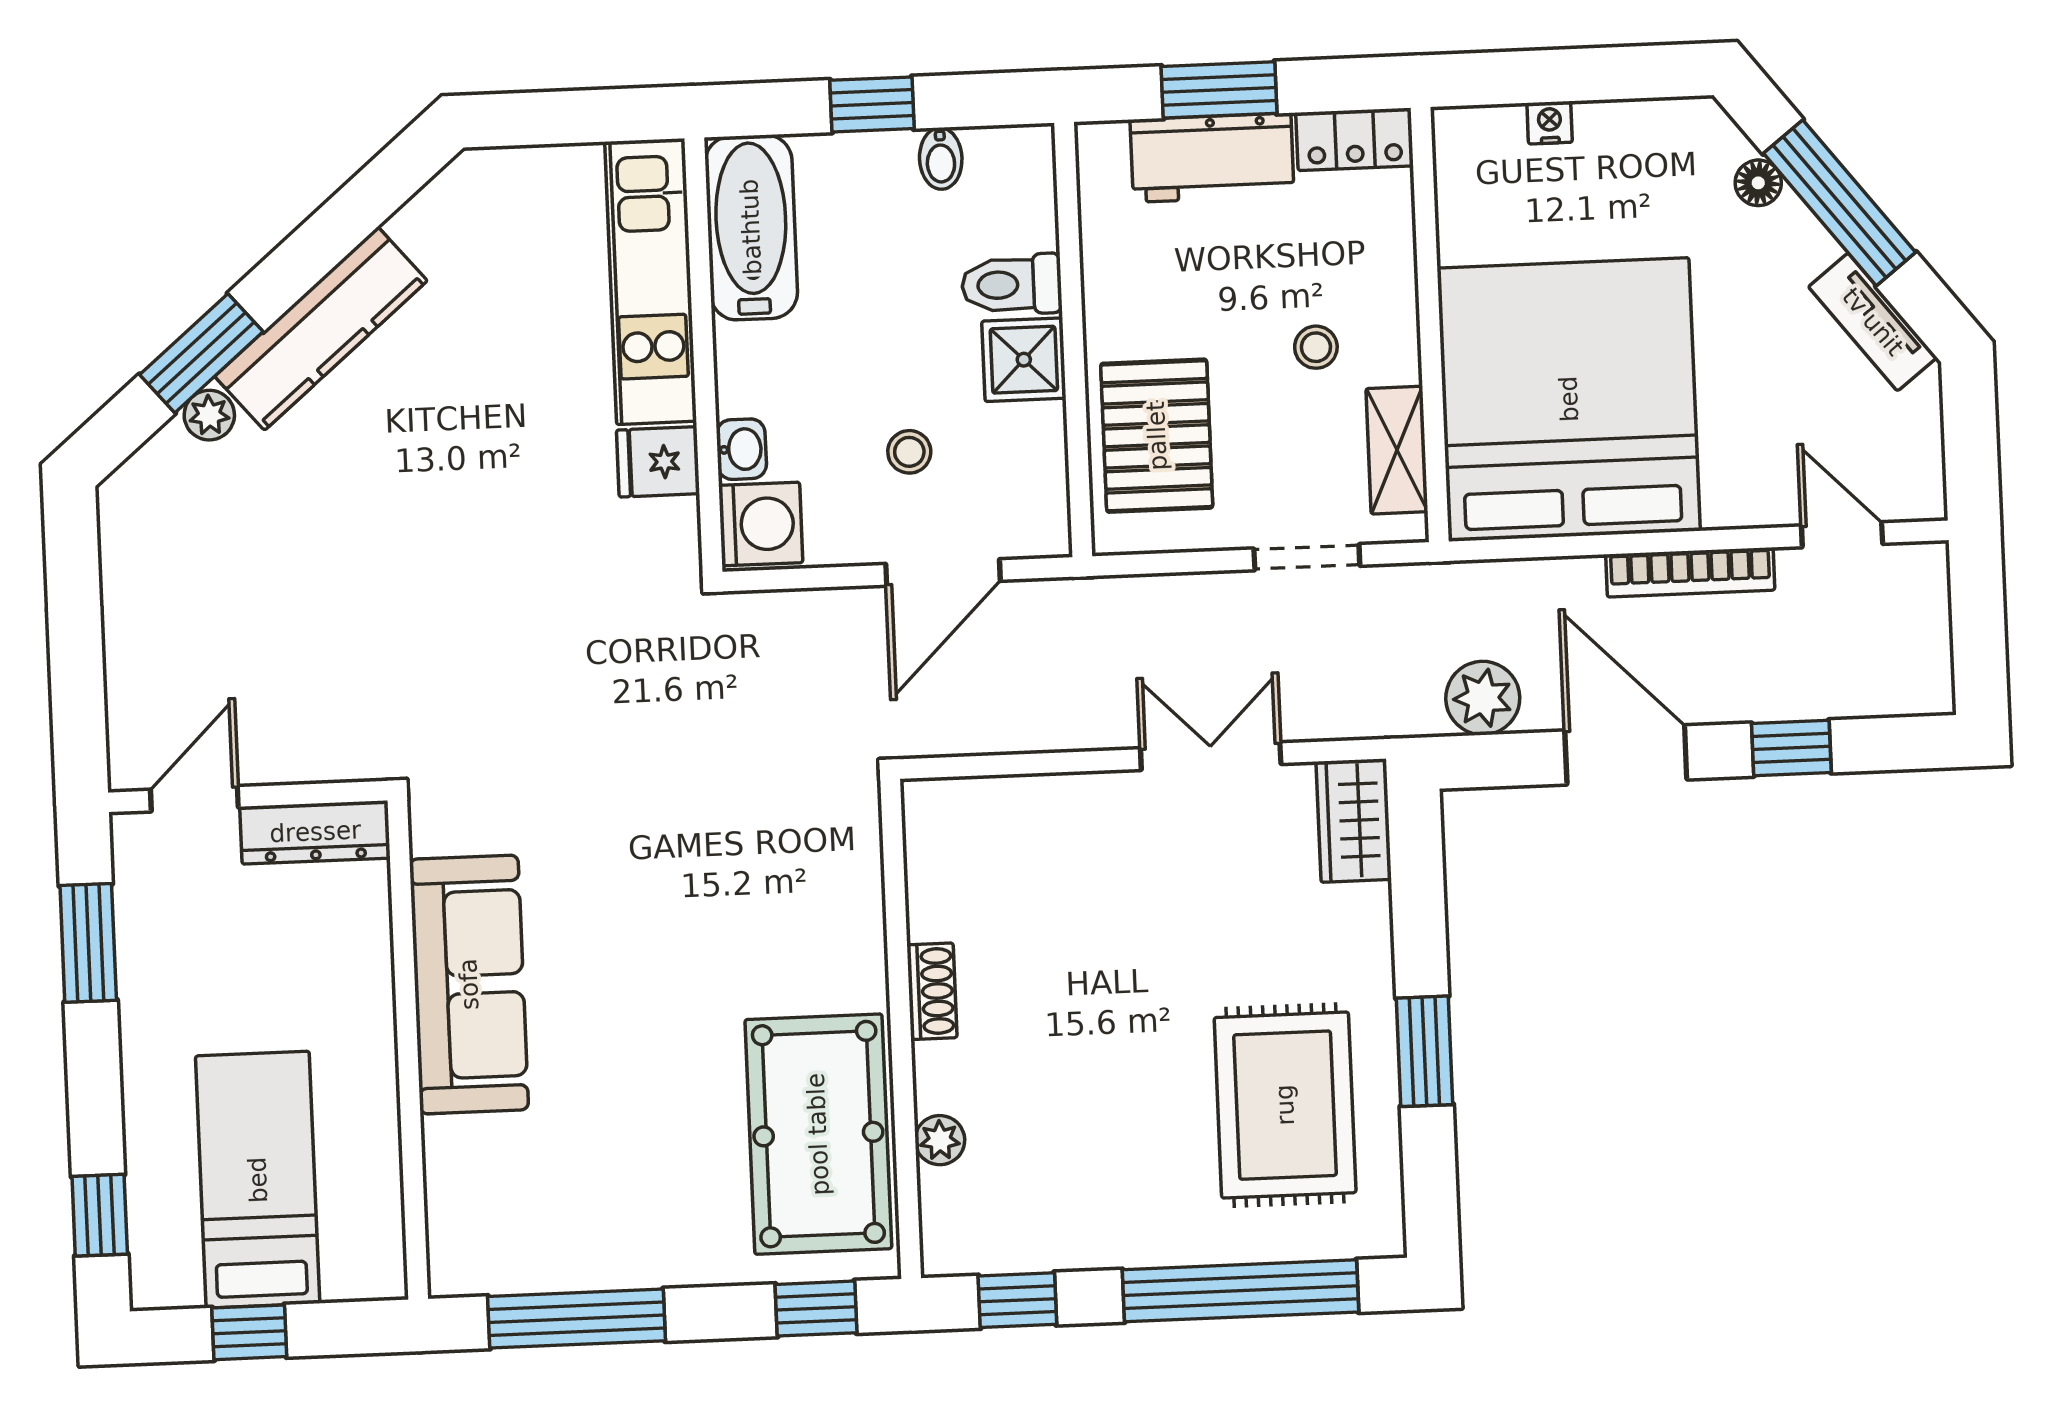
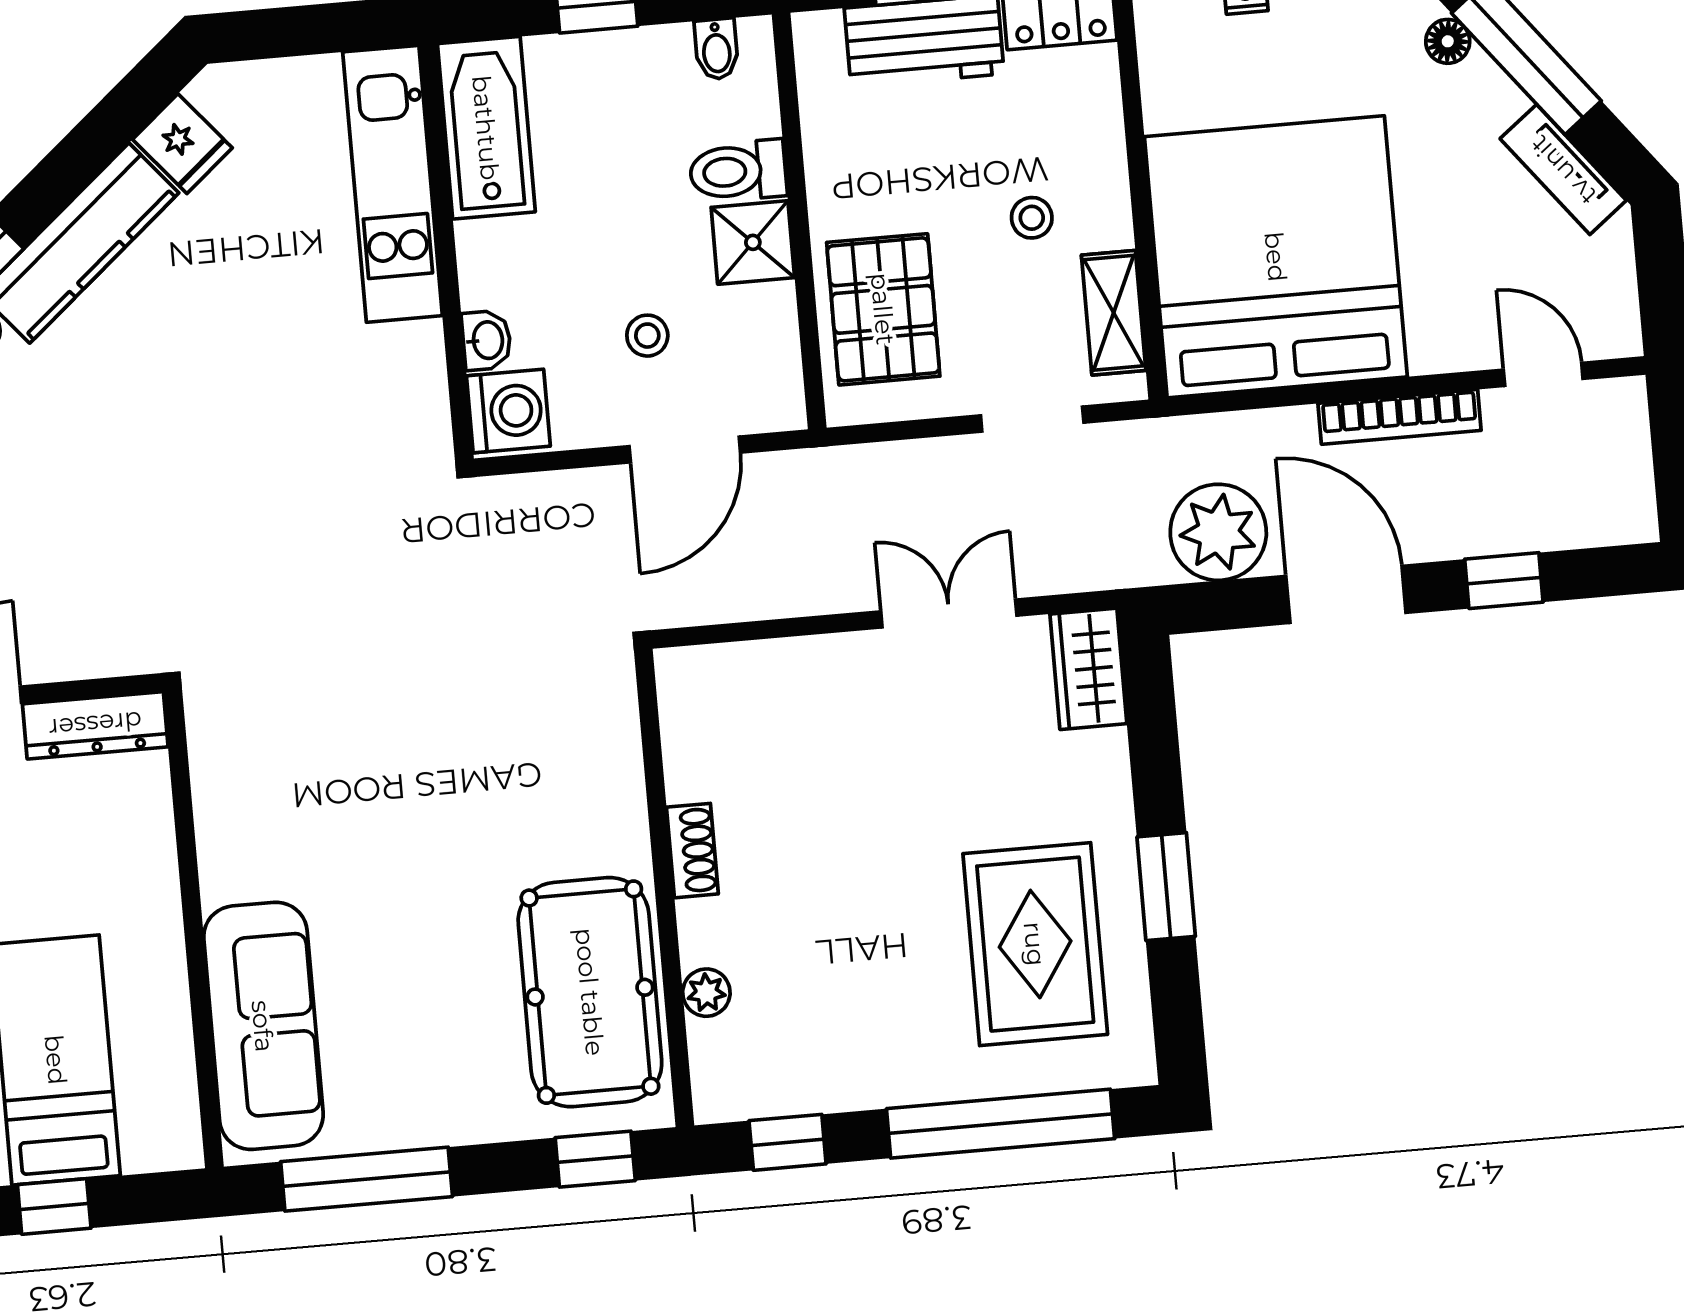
bidet: (941, 159) -> (716, 49), moved
fridge: (658, 462) -> (182, 144), moved, turned -130
plant: (1483, 698) -> (1218, 532), width x1.36, depth x1.36
sofa: (469, 984) -> (263, 1026), moved

